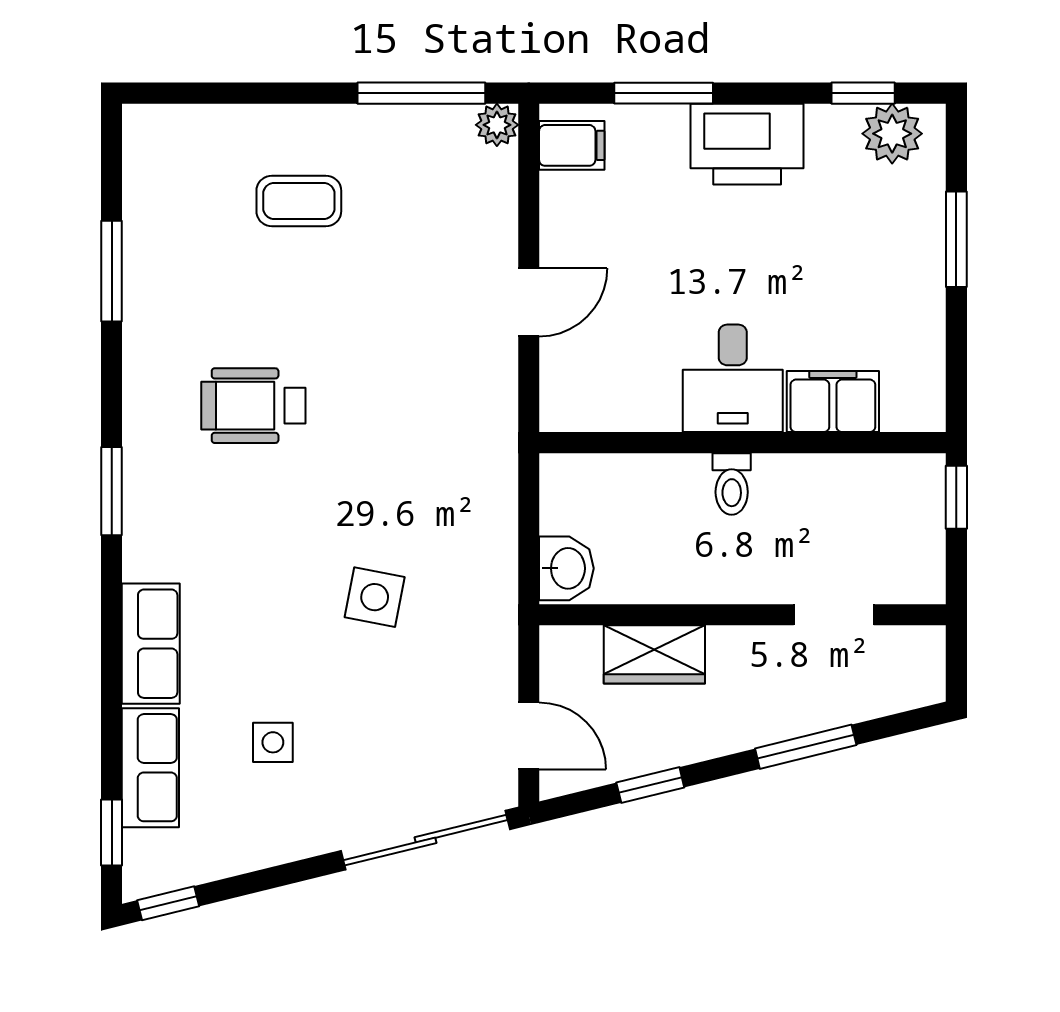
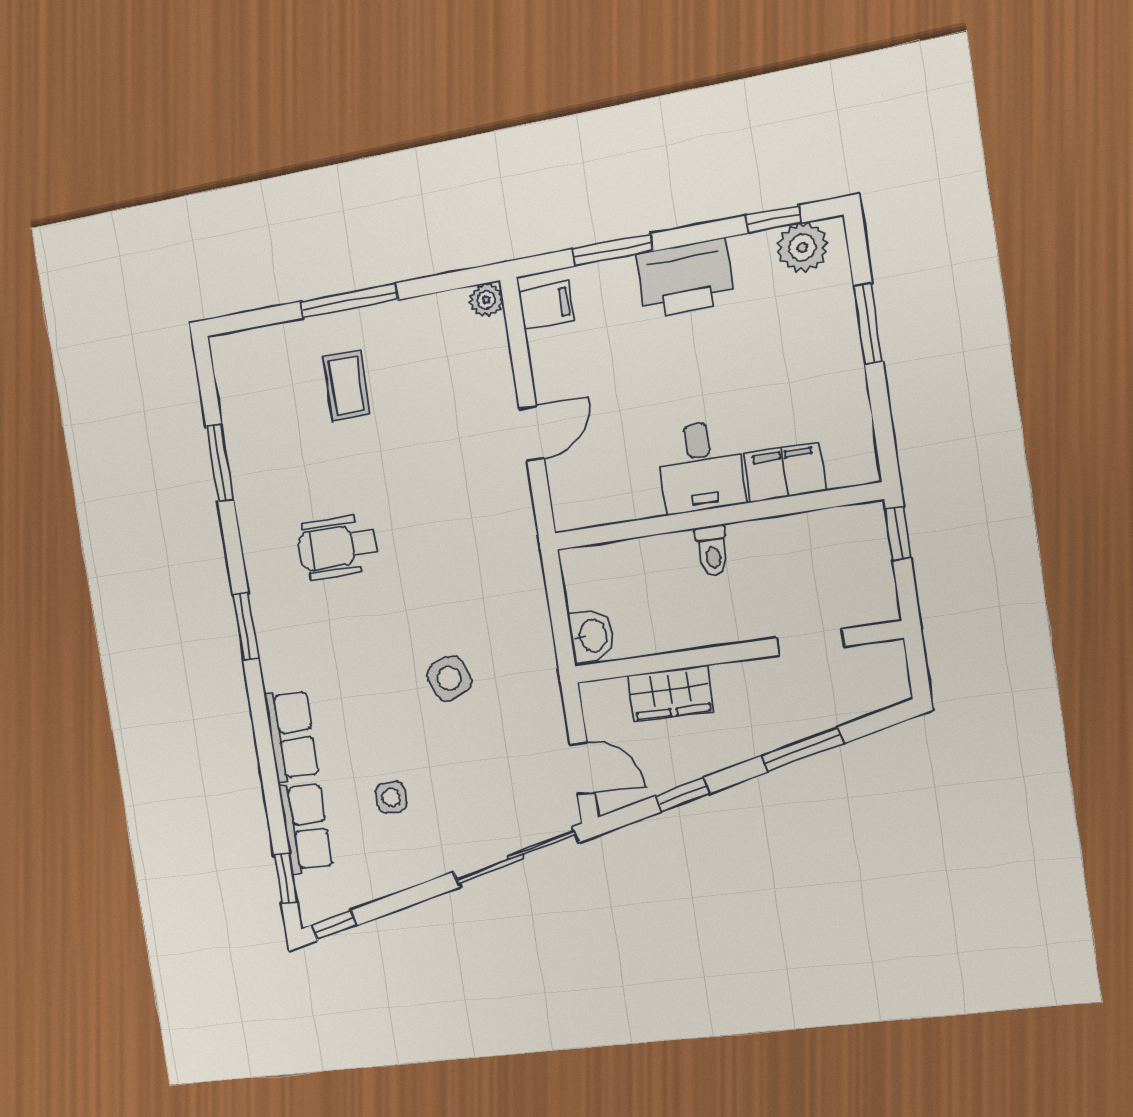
window: (421, 93) -> (349, 301), moved
coffee table: (299, 201) -> (347, 386), turned 90
side table: (375, 597) -> (449, 678), turned -33

